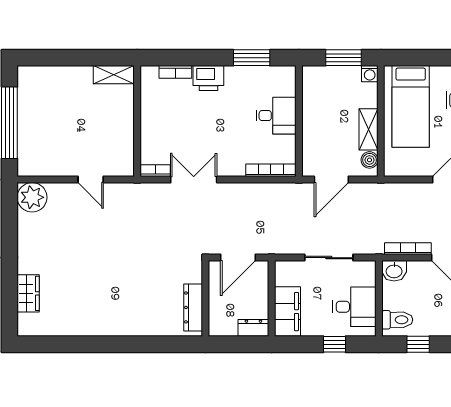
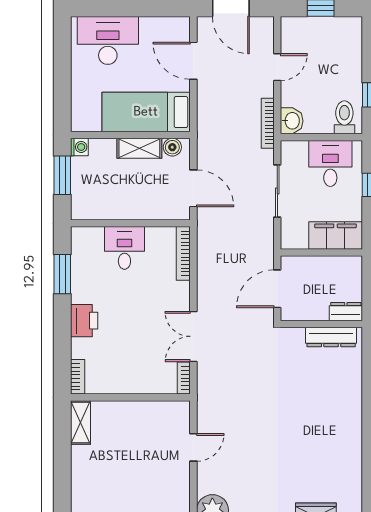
bookcase: (175, 72) -> (78, 377), moved
bed: (411, 106) -> (146, 112), moved, turned 180
bookcase: (408, 249) -> (268, 123), moved
door: (238, 258) -> (277, 289), swing flipped
dresser: (253, 328) -> (346, 312), moved, turned 90

